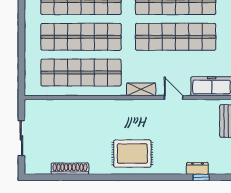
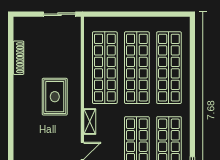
sliding door: (21, 138) -> (59, 14), moved
rug: (132, 154) -> (55, 97), moved

